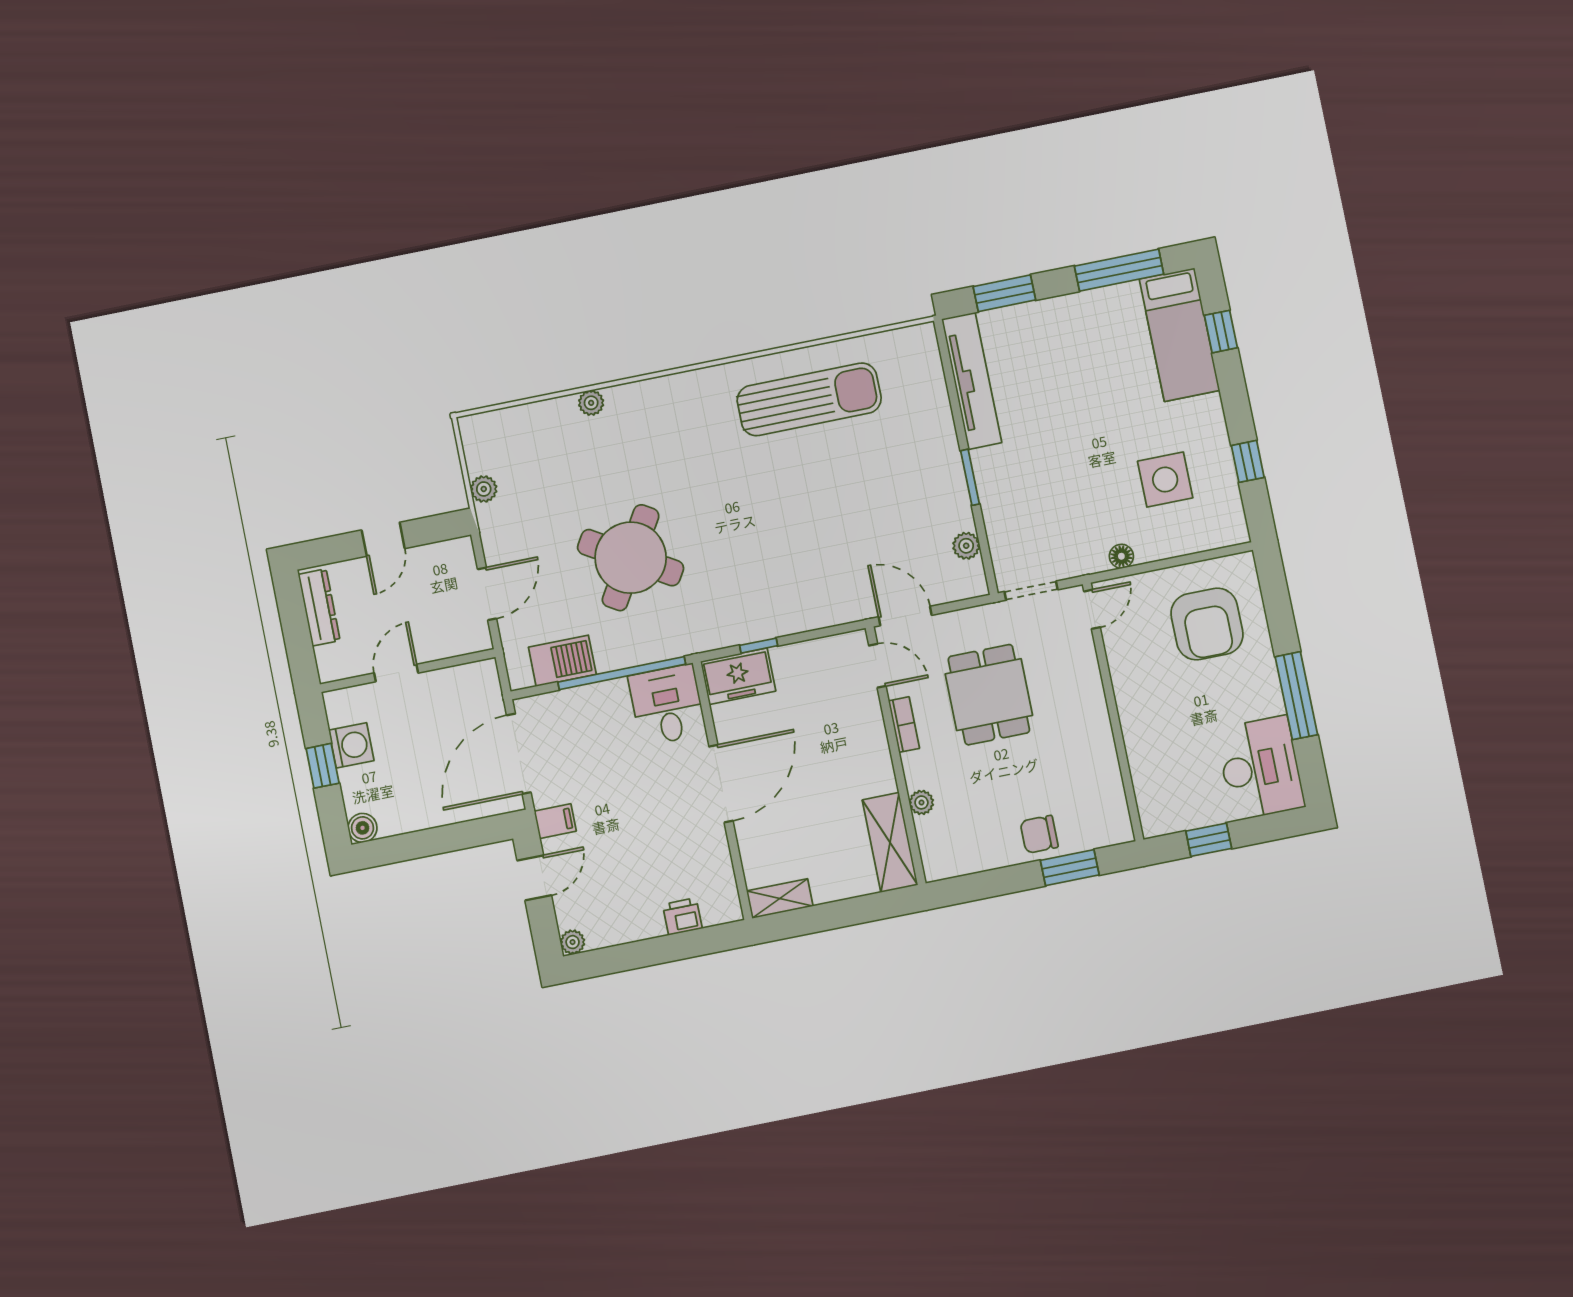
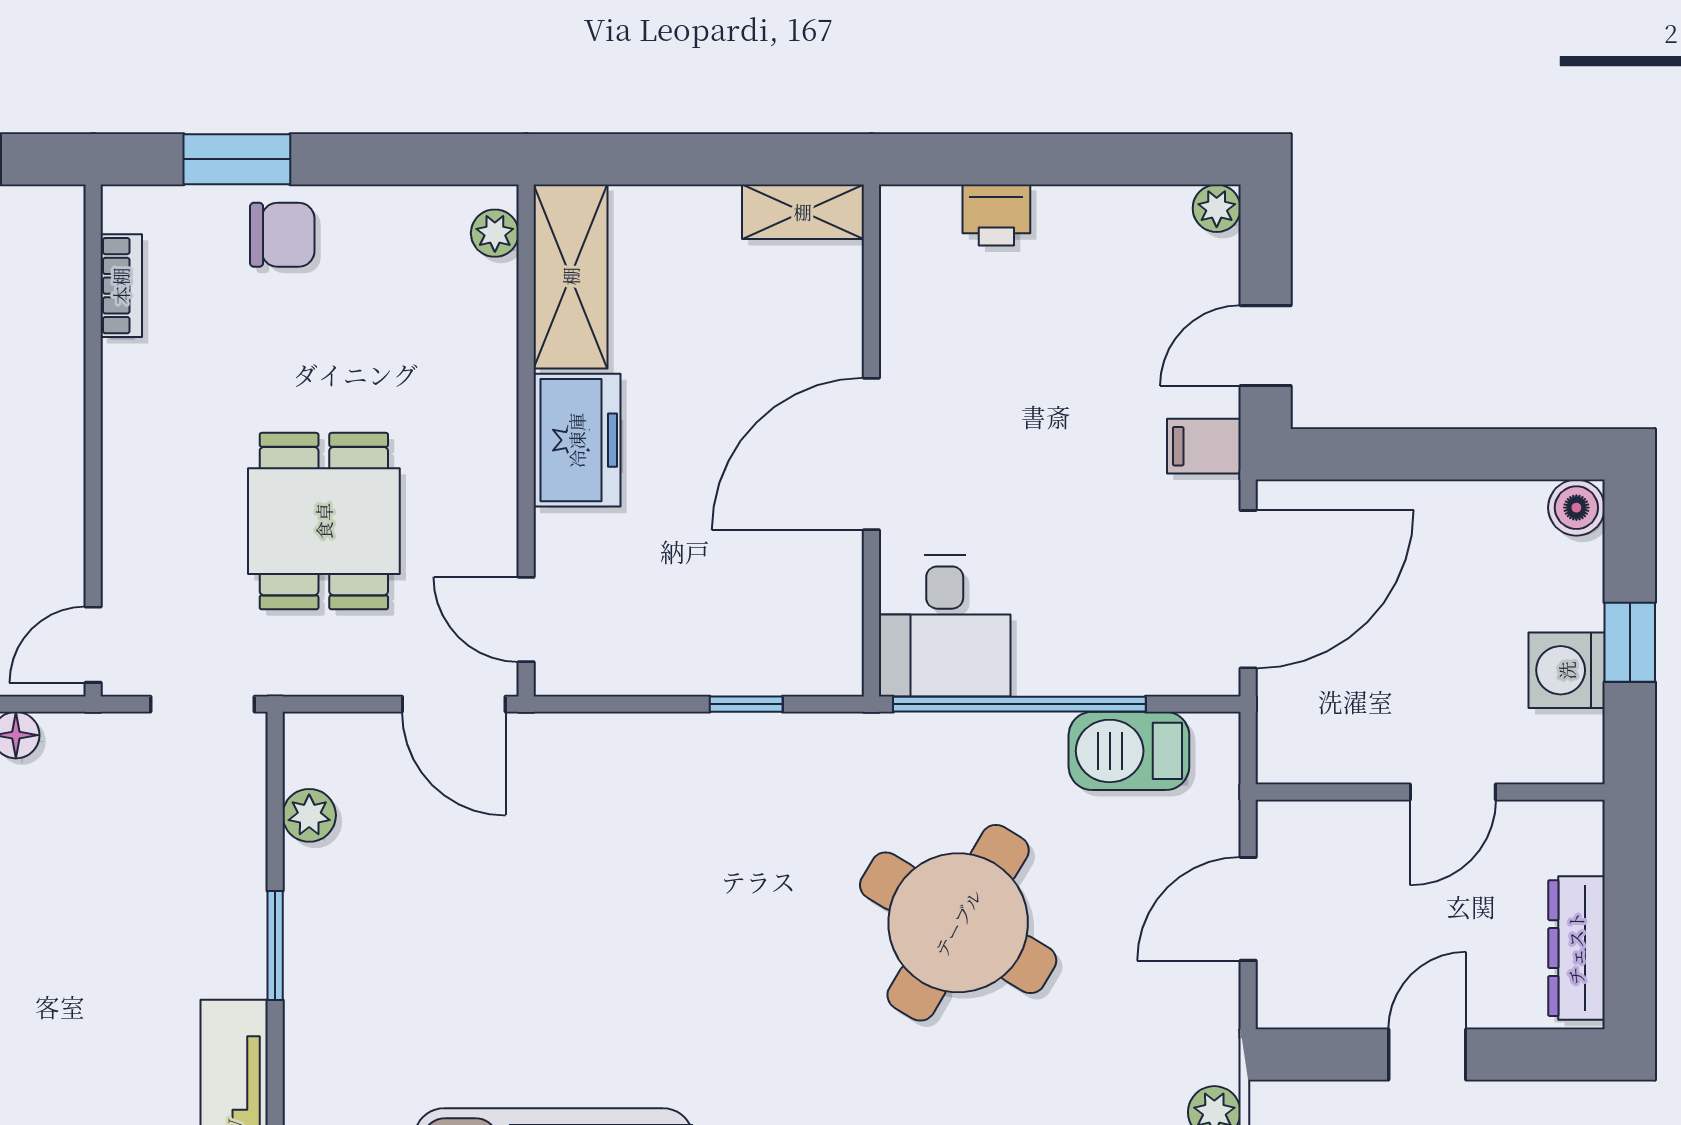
freezer: (738, 676) -> (577, 440), moved, turned 90
bookcase: (904, 725) -> (121, 286), moved, turned 180
plant: (921, 802) -> (495, 233), moved

